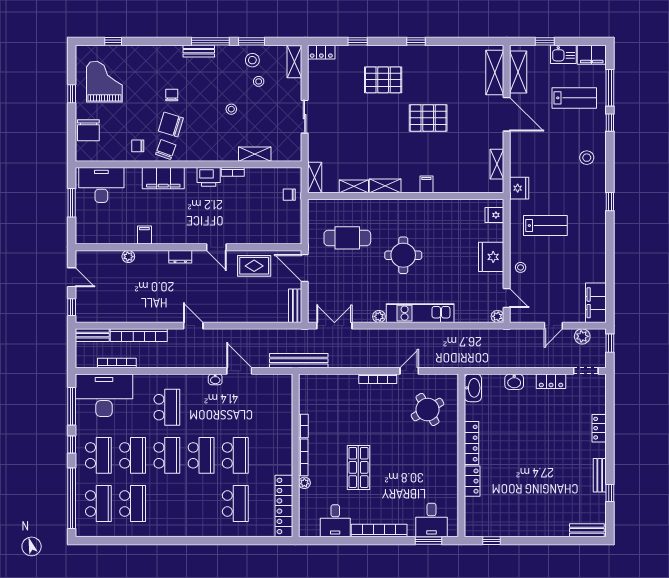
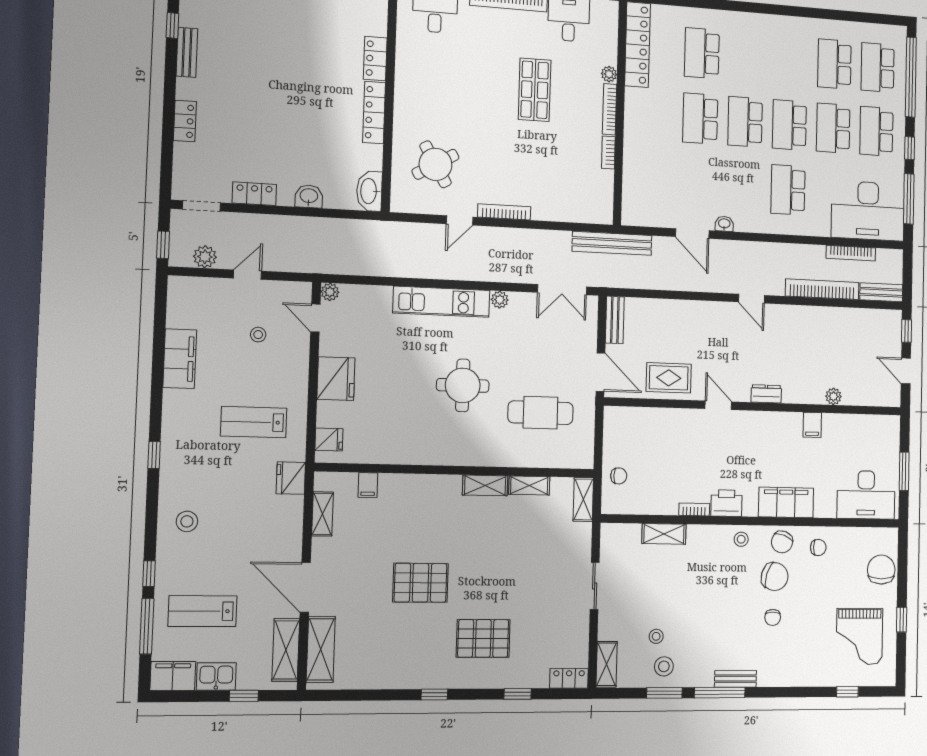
stool: (231, 109) -> (741, 539), moved
filing cabinet: (426, 184) -> (368, 485), moved
stool: (521, 267) -> (258, 335), moved
filing cabinet: (596, 303) -> (180, 359), moved

